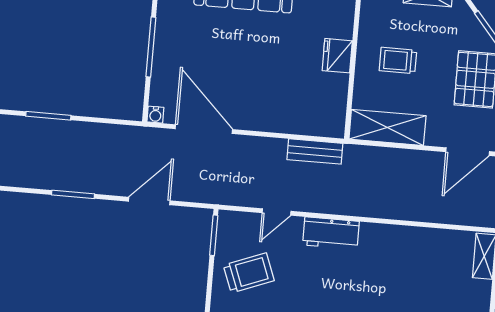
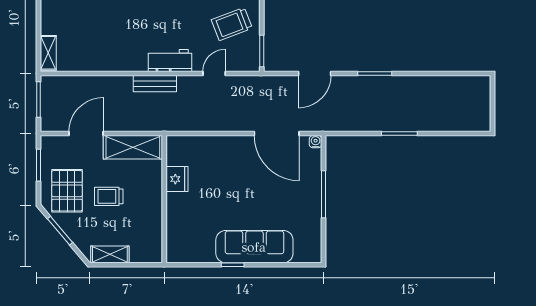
fridge: (337, 56) -> (177, 179), moved
trolley: (398, 60) -> (109, 196), moved, turned 180
bench: (315, 151) -> (155, 84), moved
door: (468, 152) -> (86, 134), moved

